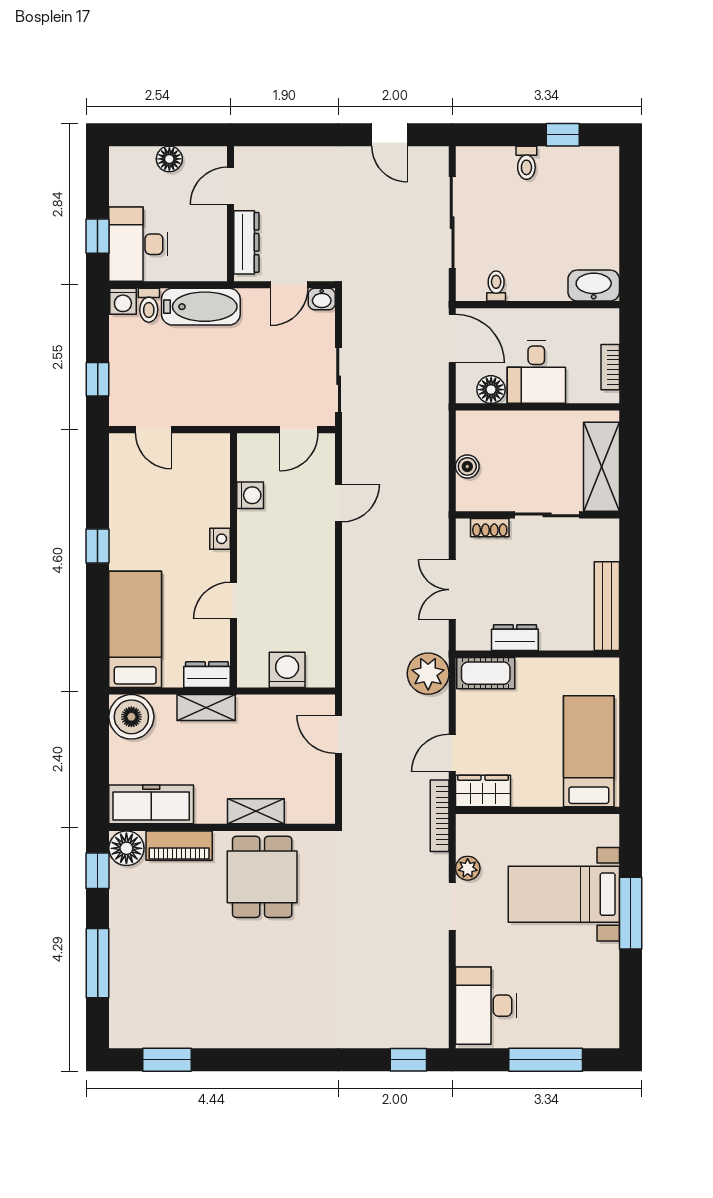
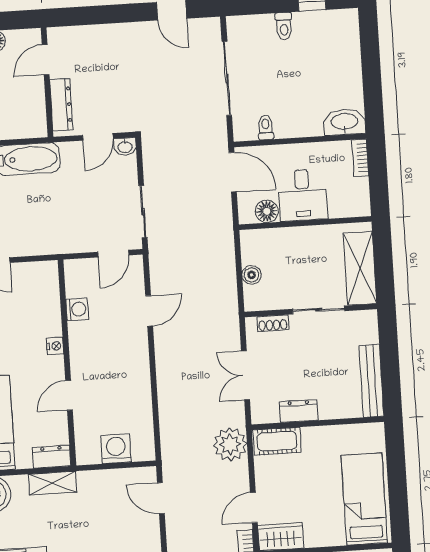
bookcase: (610, 367) -> (360, 158), moved

